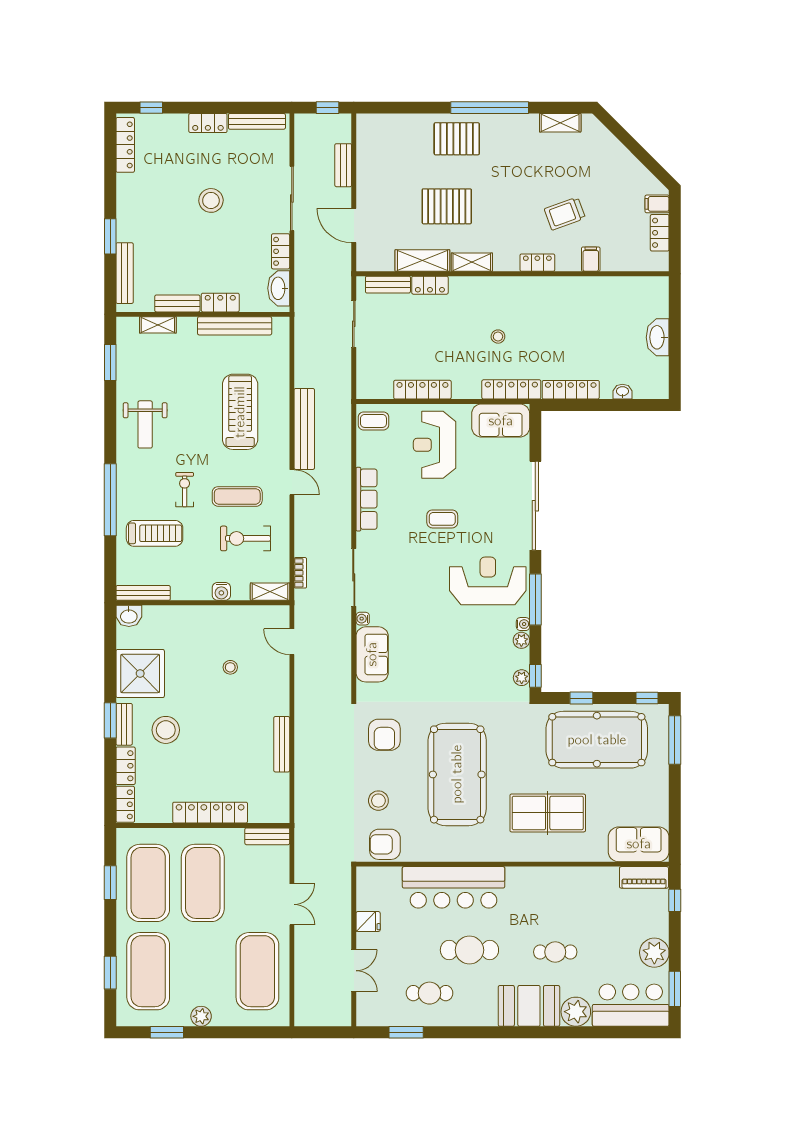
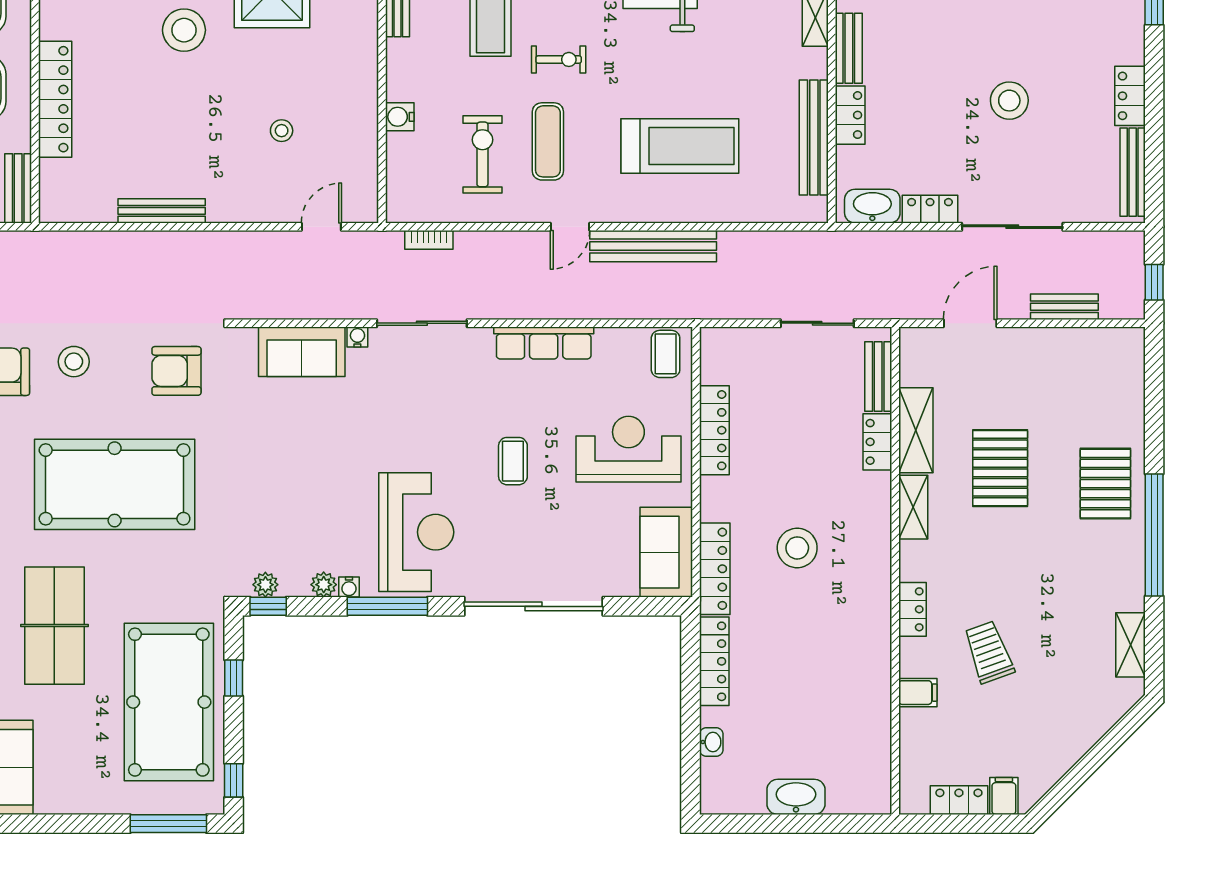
stool: (498, 337) -> (797, 548), width x1.89, depth x1.89
shelving: (270, 592) -> (399, 193), removed

